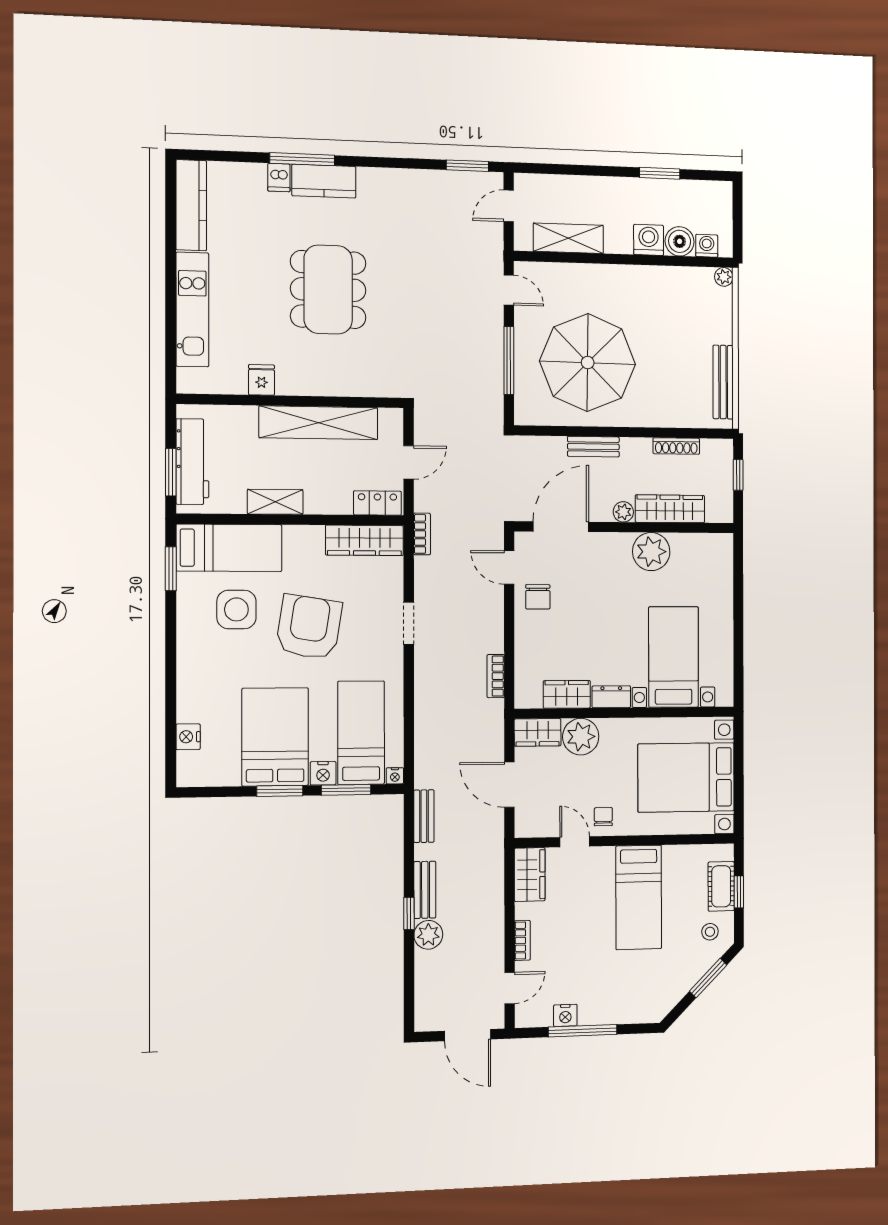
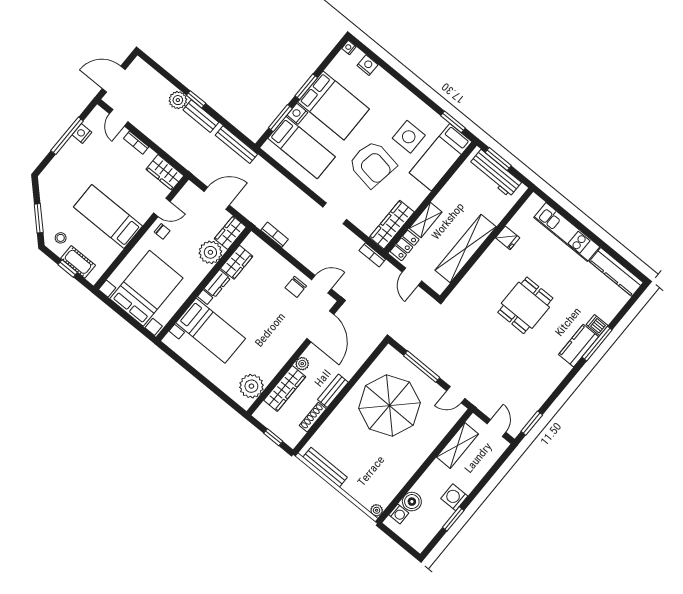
washing machine: (649, 240) -> (454, 497), moved, turned 180
dining table: (328, 290) -> (525, 305), width x0.73
bench: (593, 447) -> (333, 391), moved
shelving: (275, 502) -> (426, 220), moved
plant: (651, 552) -> (251, 386), moved
chair: (538, 597) -> (296, 287), turned -90
nightstand: (395, 776) -> (349, 48), moved
bench: (424, 816) -> (236, 145), width x1.36

